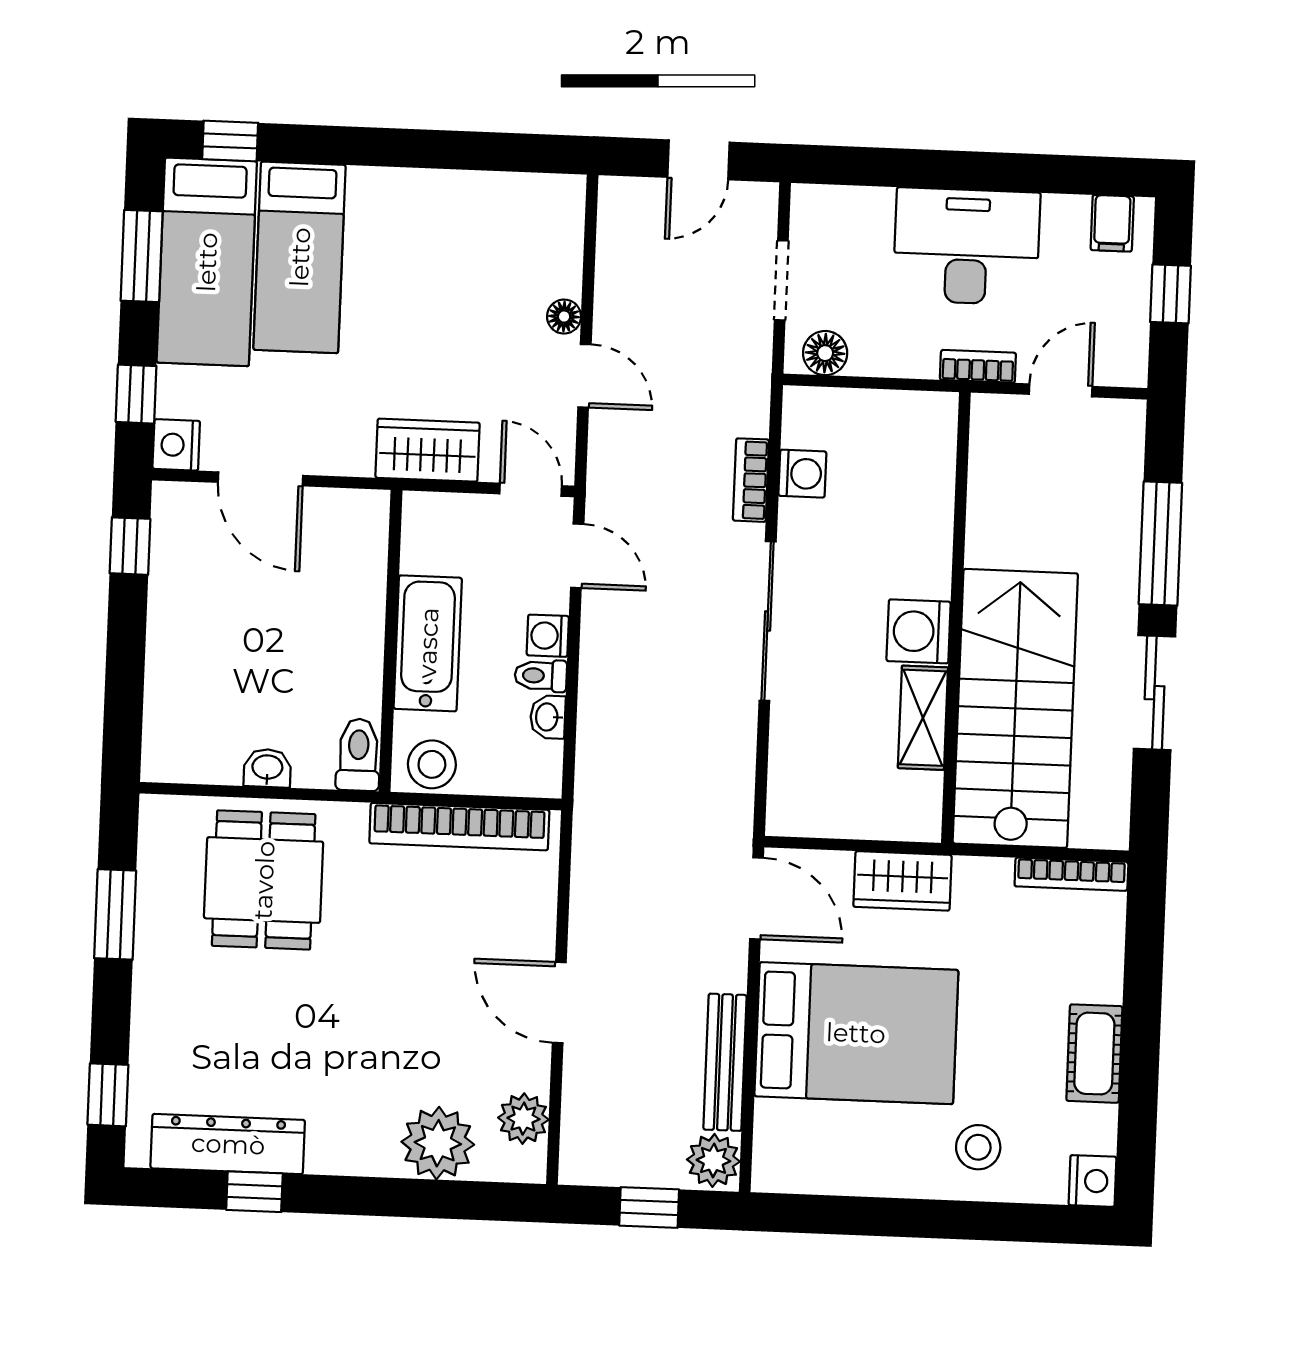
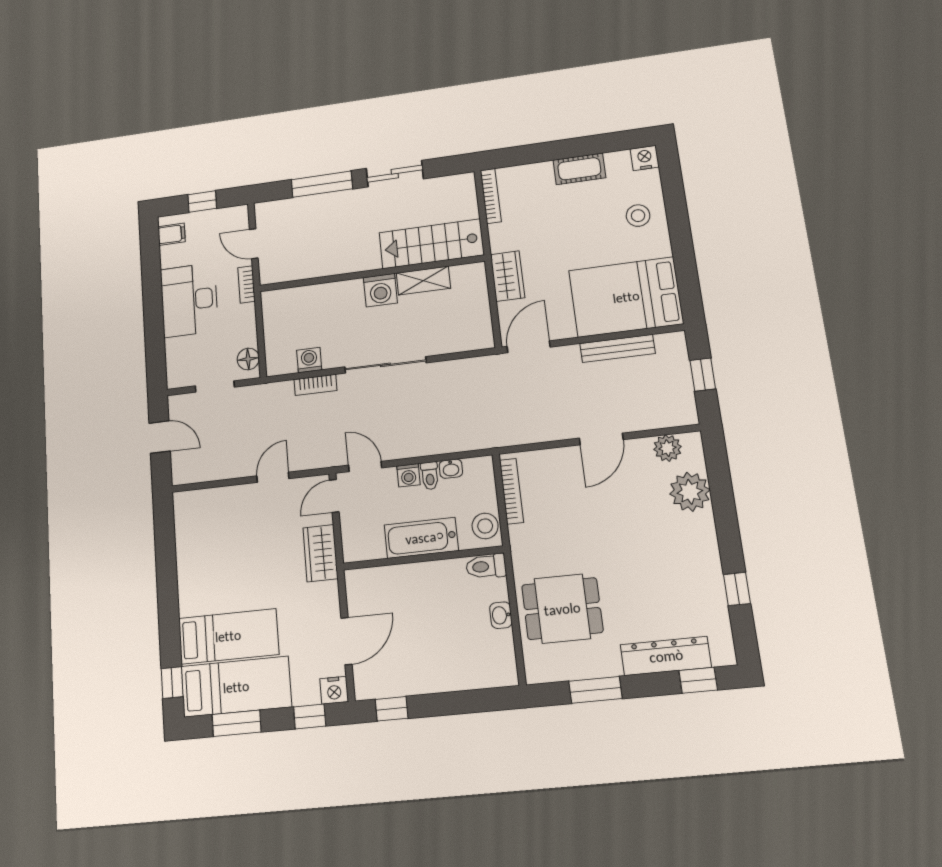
floor lamp: (564, 317) -> (244, 492), removed
door: (577, 556) -> (365, 467), hinge flipped
stairs: (1015, 708) -> (431, 244), width x0.73, depth x0.66
bookcase: (459, 827) -> (512, 491), width x0.68, depth x0.76
bed: (856, 1033) -> (626, 297), moved, turned -90
dresser: (228, 1144) -> (666, 656), moved, turned 90
plant: (713, 1160) -> (671, 346), removed

